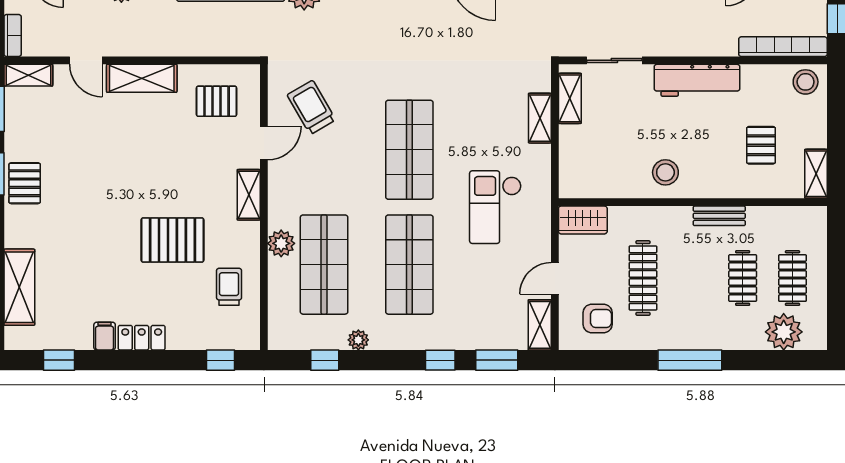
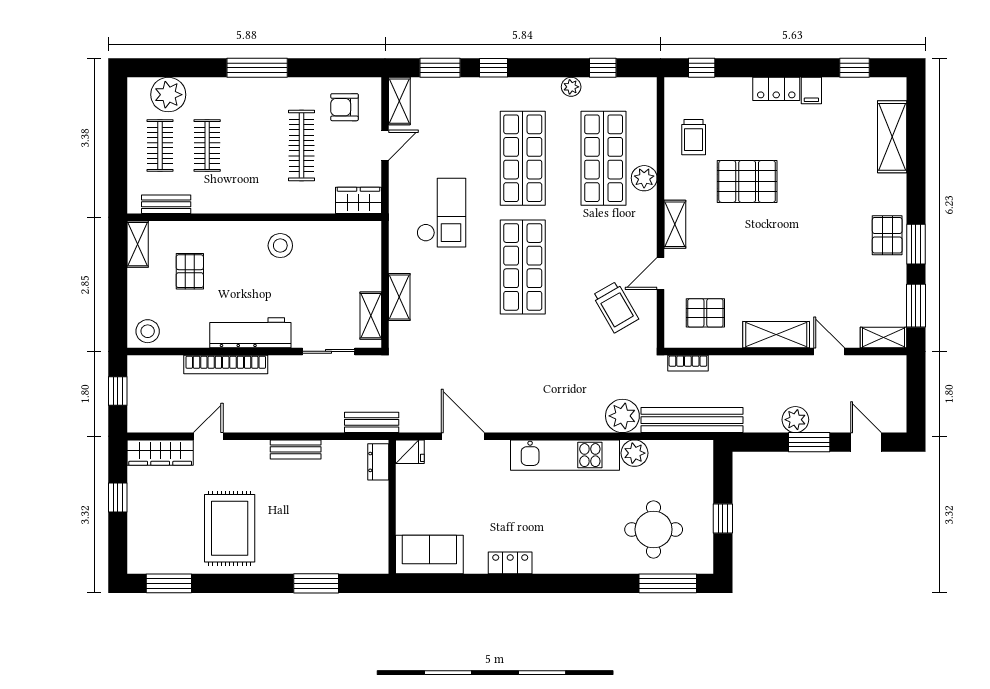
bookcase: (13, 35) -> (688, 363), moved, turned -90
bookcase: (783, 47) -> (226, 365), moved
bench: (719, 216) -> (166, 204), moved

